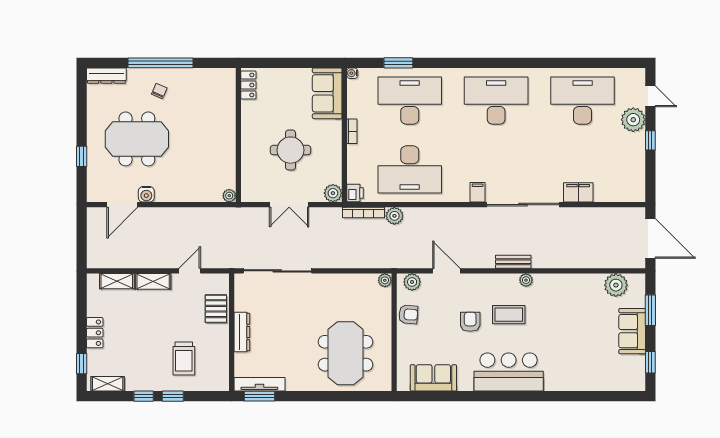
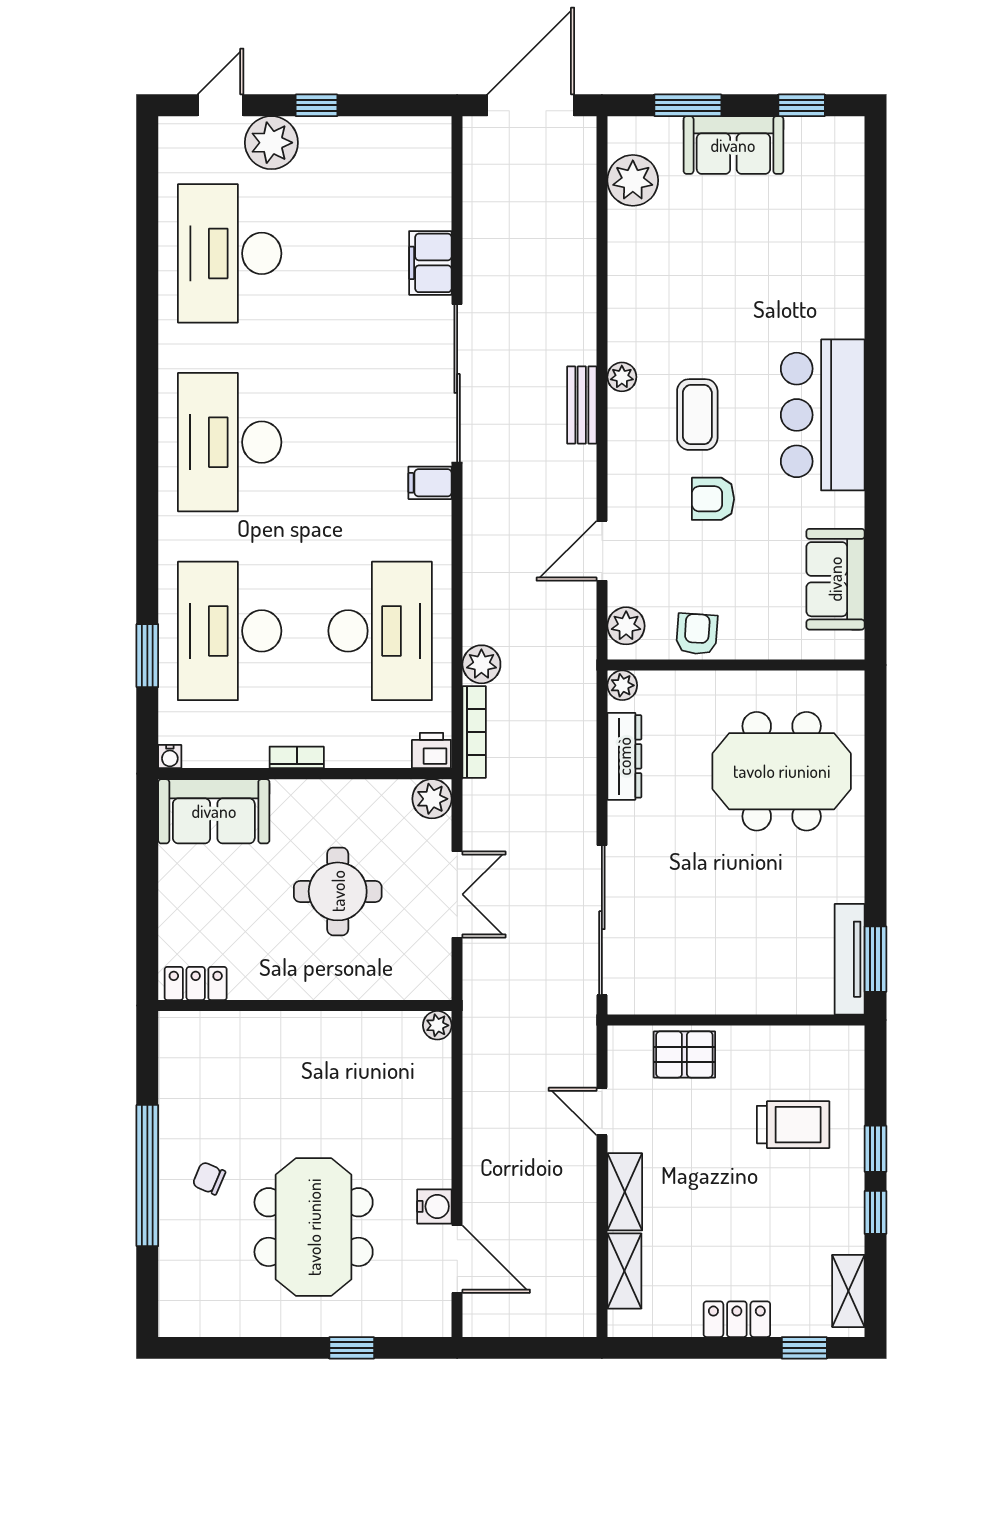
dresser: (106, 76) -> (175, 1294), removed
dresser: (242, 332) -> (624, 756), moved, turned 90

